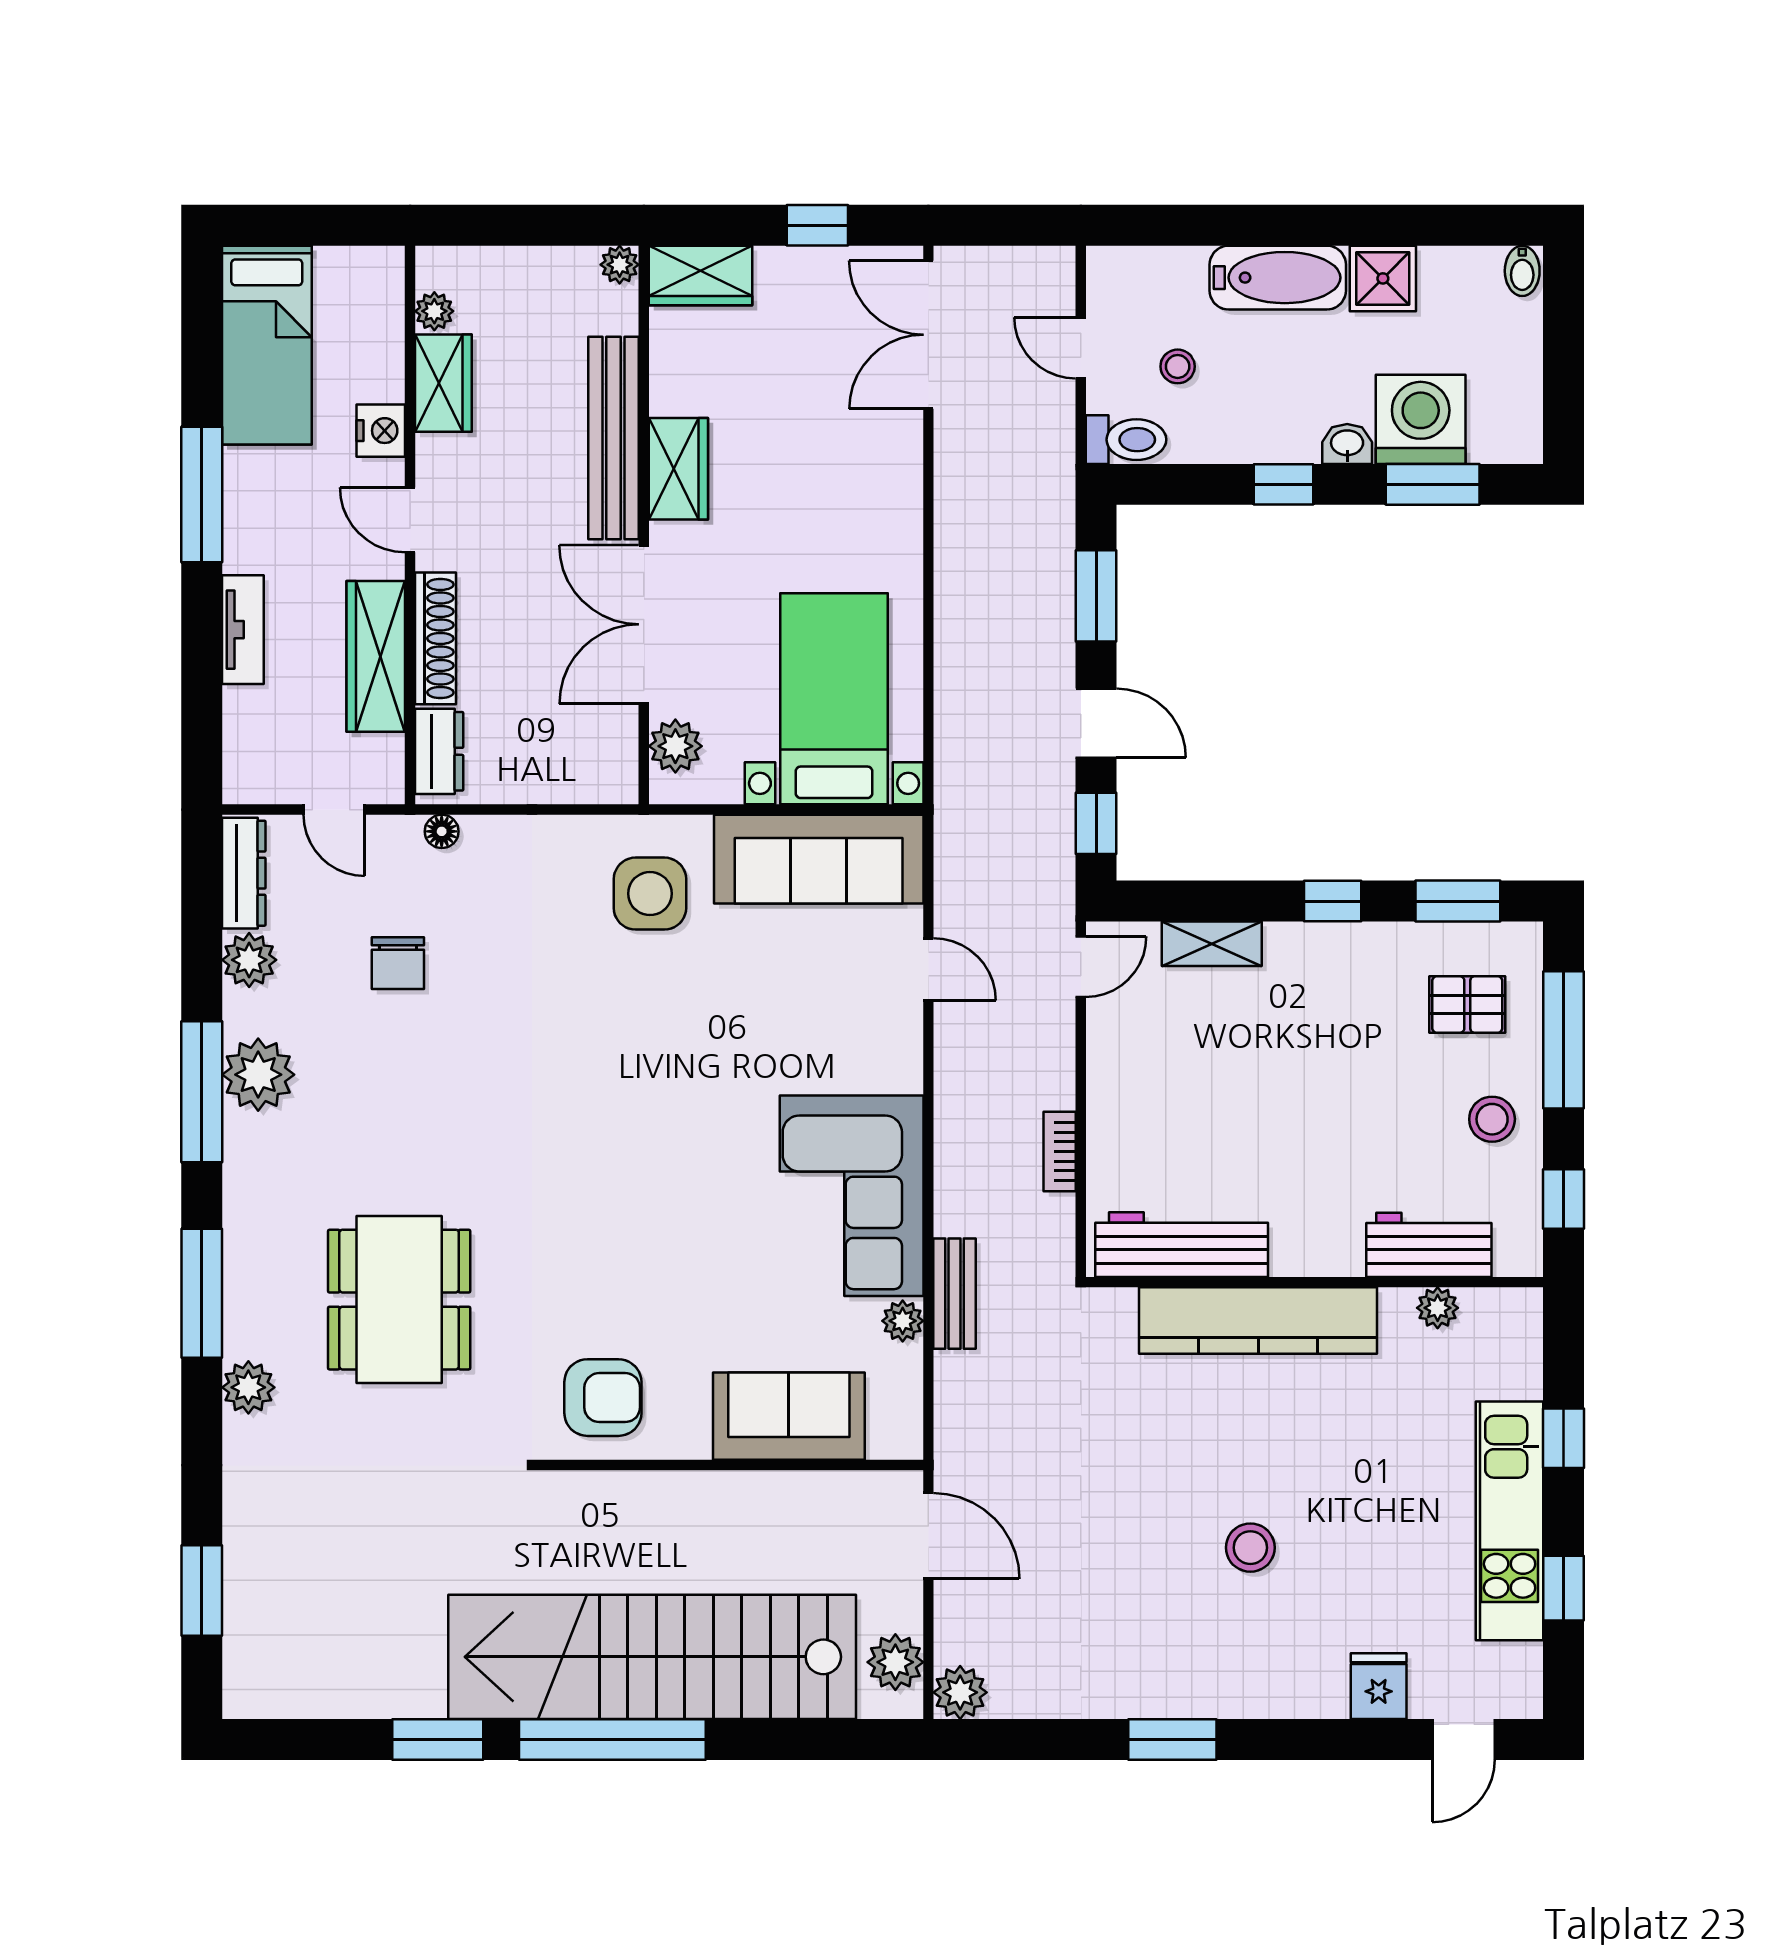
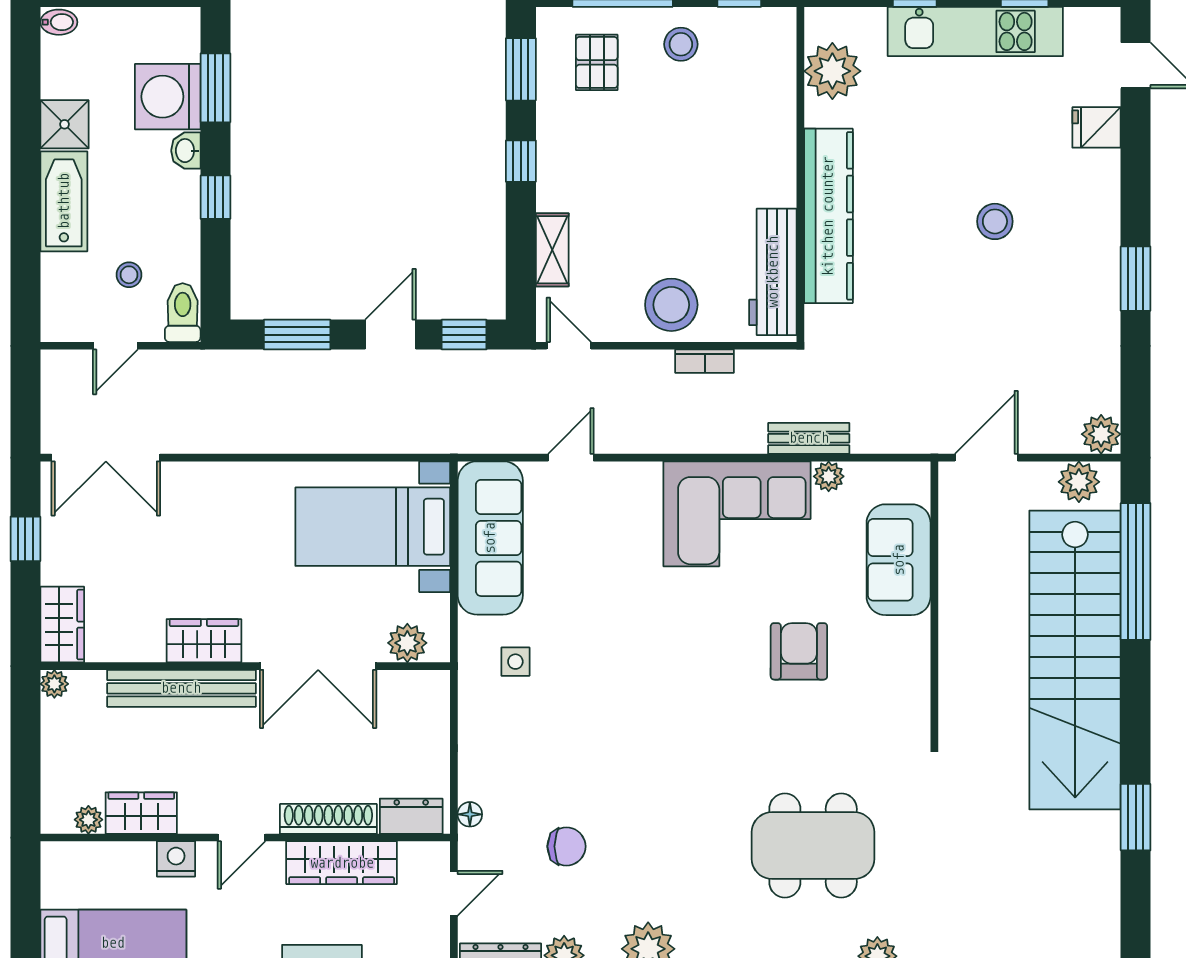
side table: (650, 894) -> (515, 662), width x0.54, depth x0.54
stool: (1137, 1106) -> (671, 305), added
workbench: (1429, 1245) -> (773, 91), removed
plant: (1438, 1308) -> (832, 71), width x1.88, depth x1.88
armchair: (603, 1398) -> (799, 651), moved
window: (612, 1739) -> (1136, 572), moved

